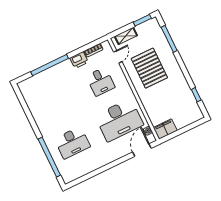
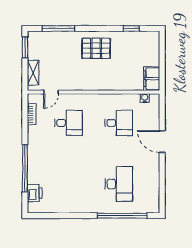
door: (118, 57) -> (51, 92), swing flipped
printer: (79, 60) -> (35, 193), moved
pallet: (149, 68) -> (96, 48), moved, width x0.73, depth x0.71
desk: (119, 120) -> (119, 123), width x0.53, depth x0.77
door: (142, 150) -> (162, 142), moved

